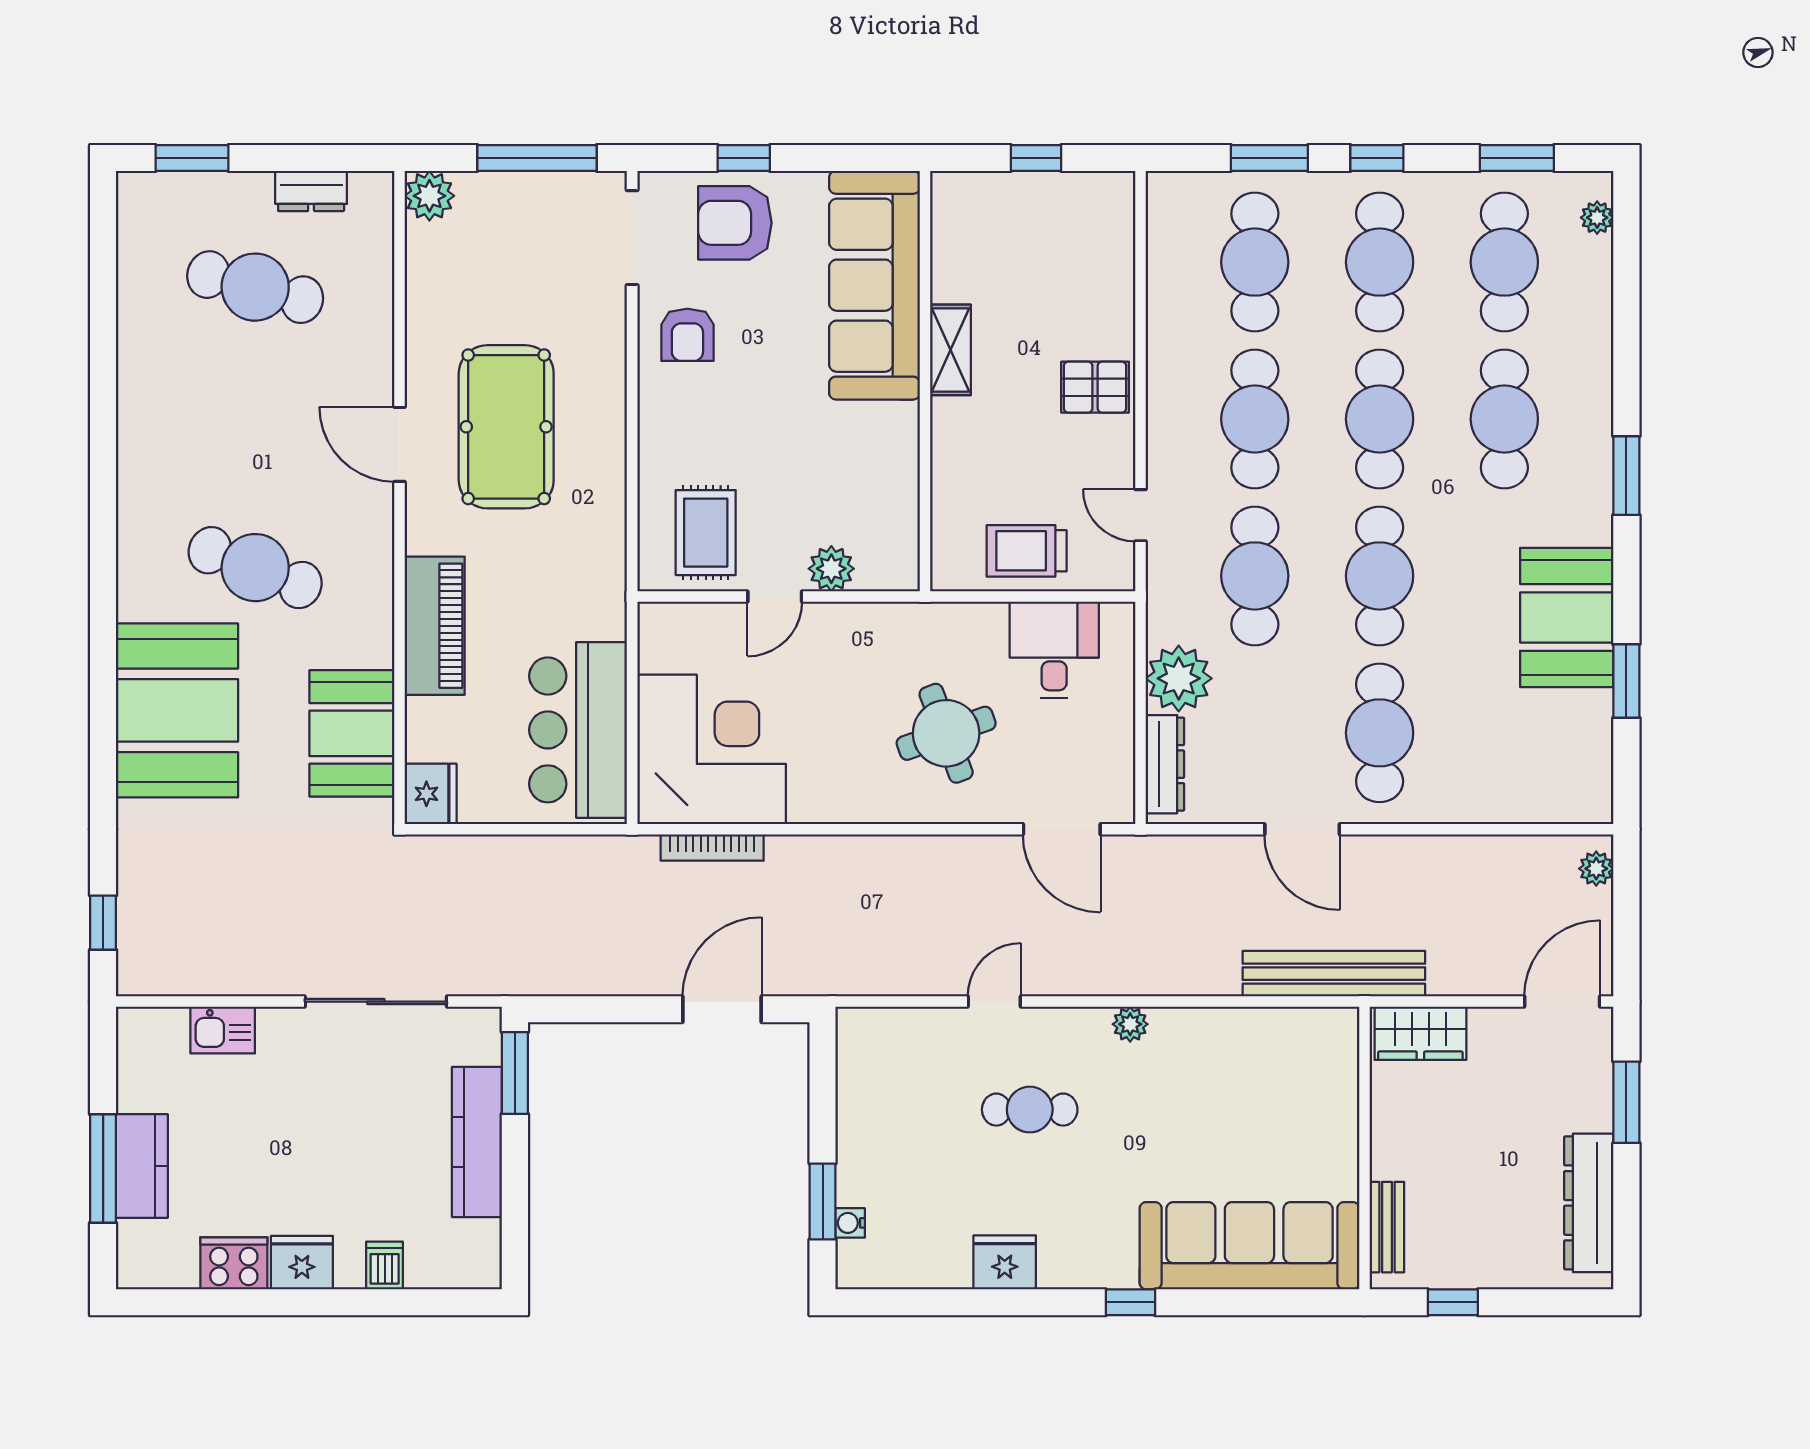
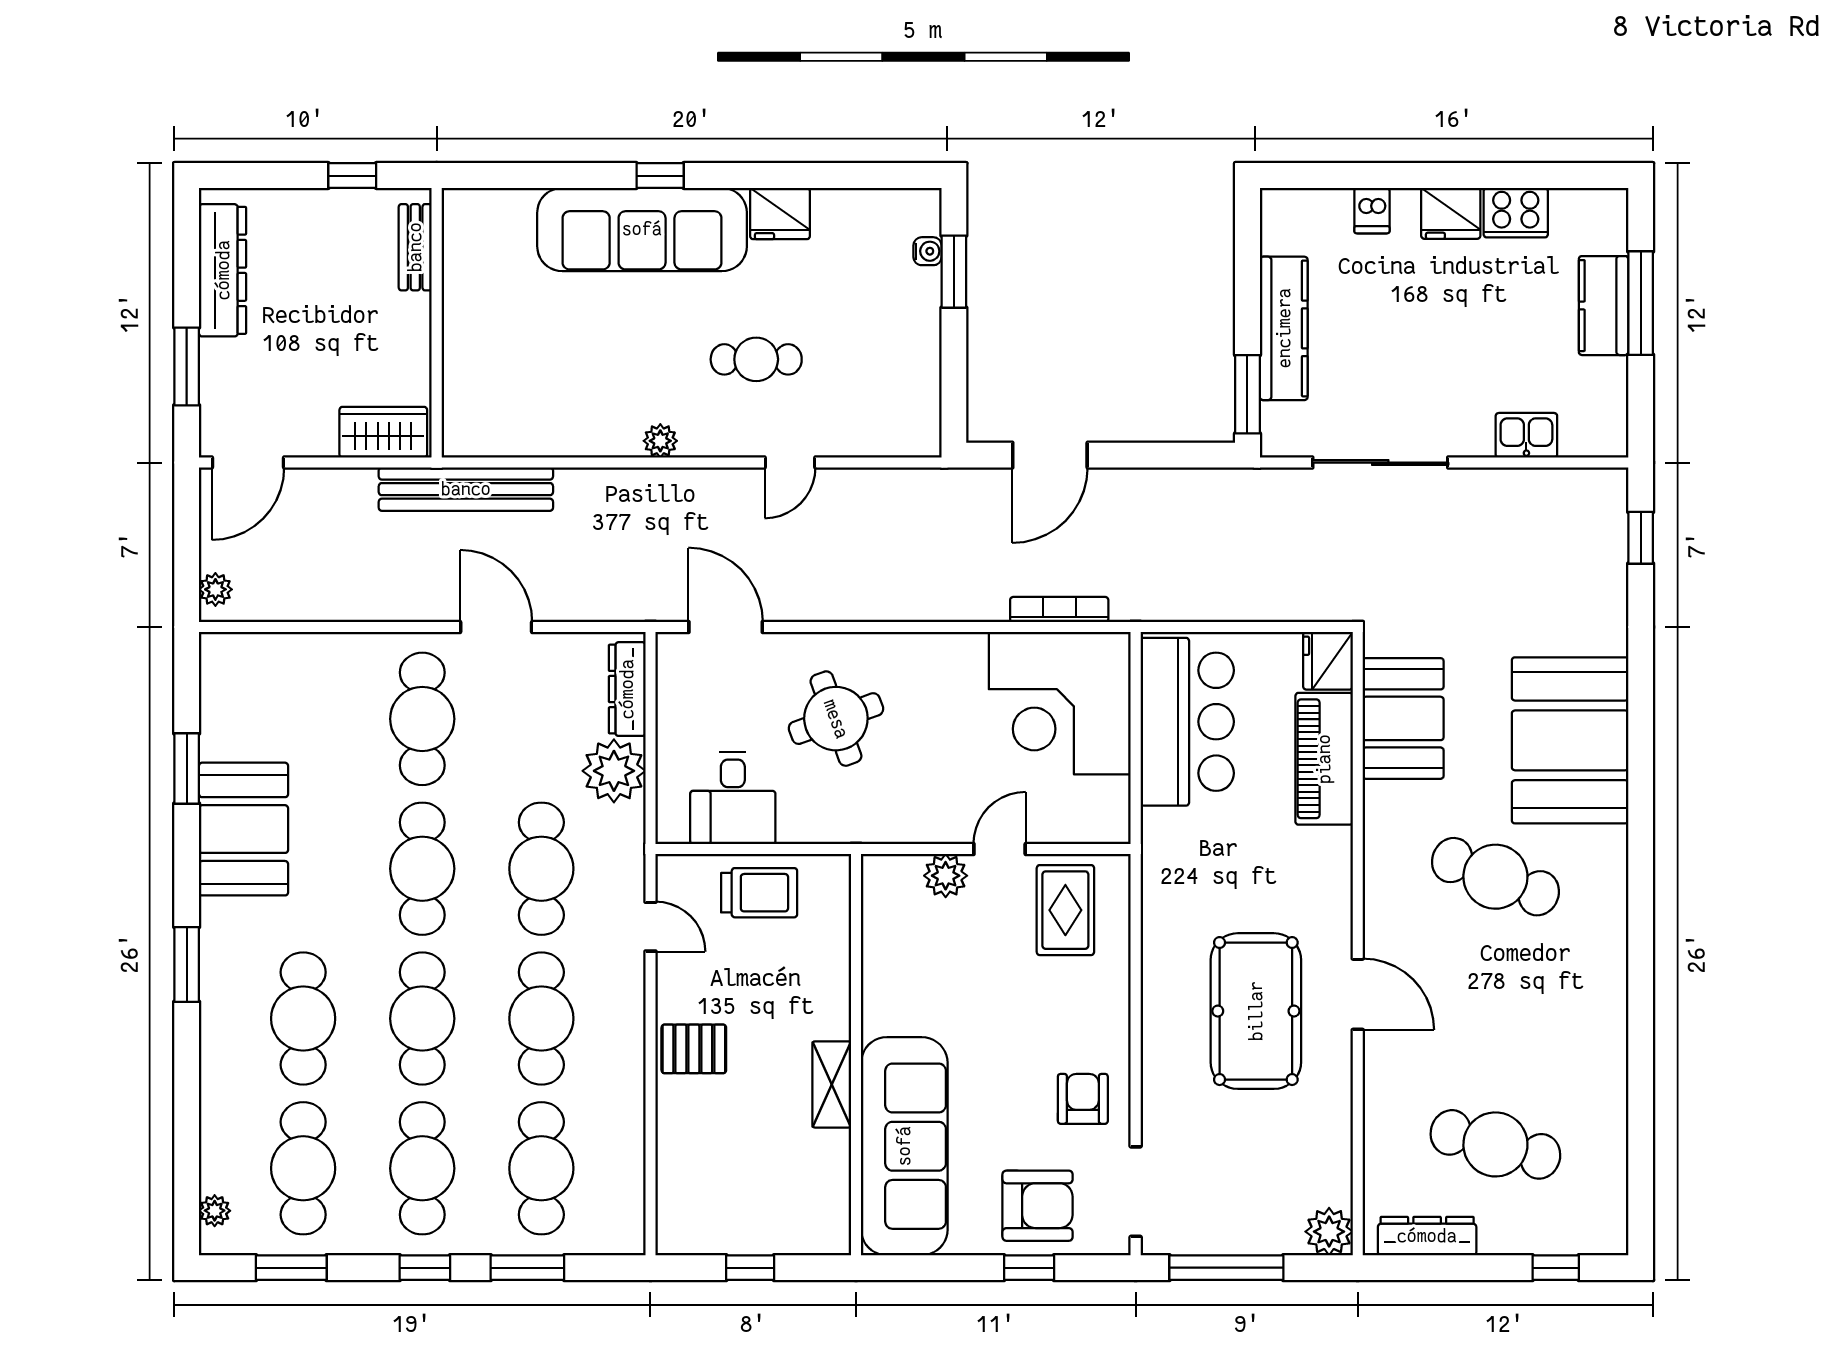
window: (192, 158) -> (1556, 1268), width x0.67
dresser: (311, 191) -> (1427, 1236), width x1.44
piano: (435, 626) -> (1324, 759), moved
sofa: (1249, 1246) -> (642, 229), moved

